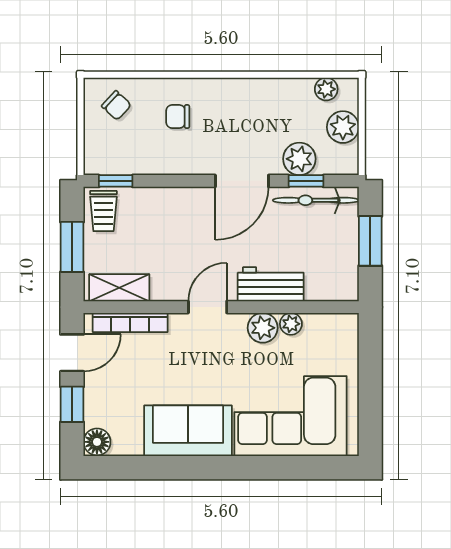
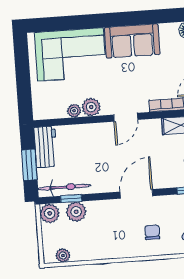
chair: (178, 117) -> (152, 232), turned -90
plant: (343, 127) -> (50, 213), moved
door: (242, 181) -> (136, 194), moved
workbench: (271, 284) -> (46, 147), moved, turned -90

